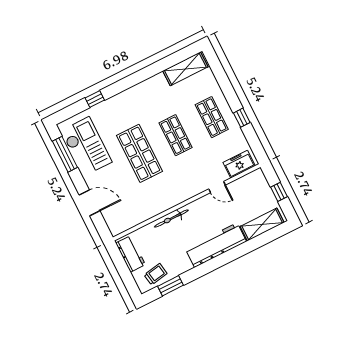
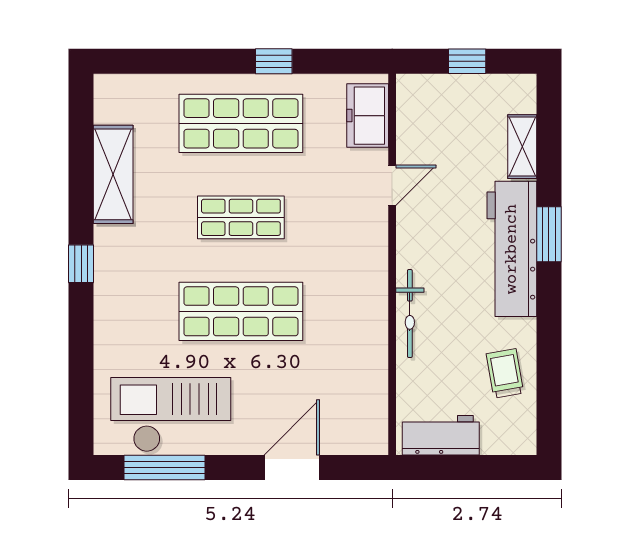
shelving: (185, 69) -> (113, 174), moved
window: (95, 99) -> (81, 264), moved
shop shelf: (212, 117) -> (241, 123), width x1.43, depth x1.36
shelving: (262, 225) -> (522, 147), width x0.67, depth x0.75
trolley: (156, 274) -> (505, 373), moved
window: (171, 286) -> (549, 234), moved

